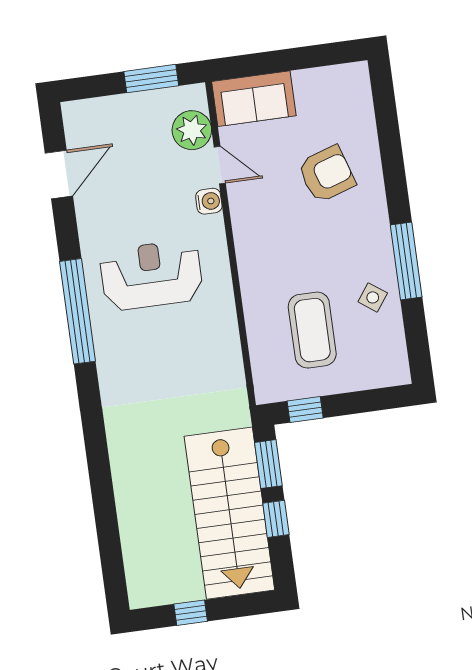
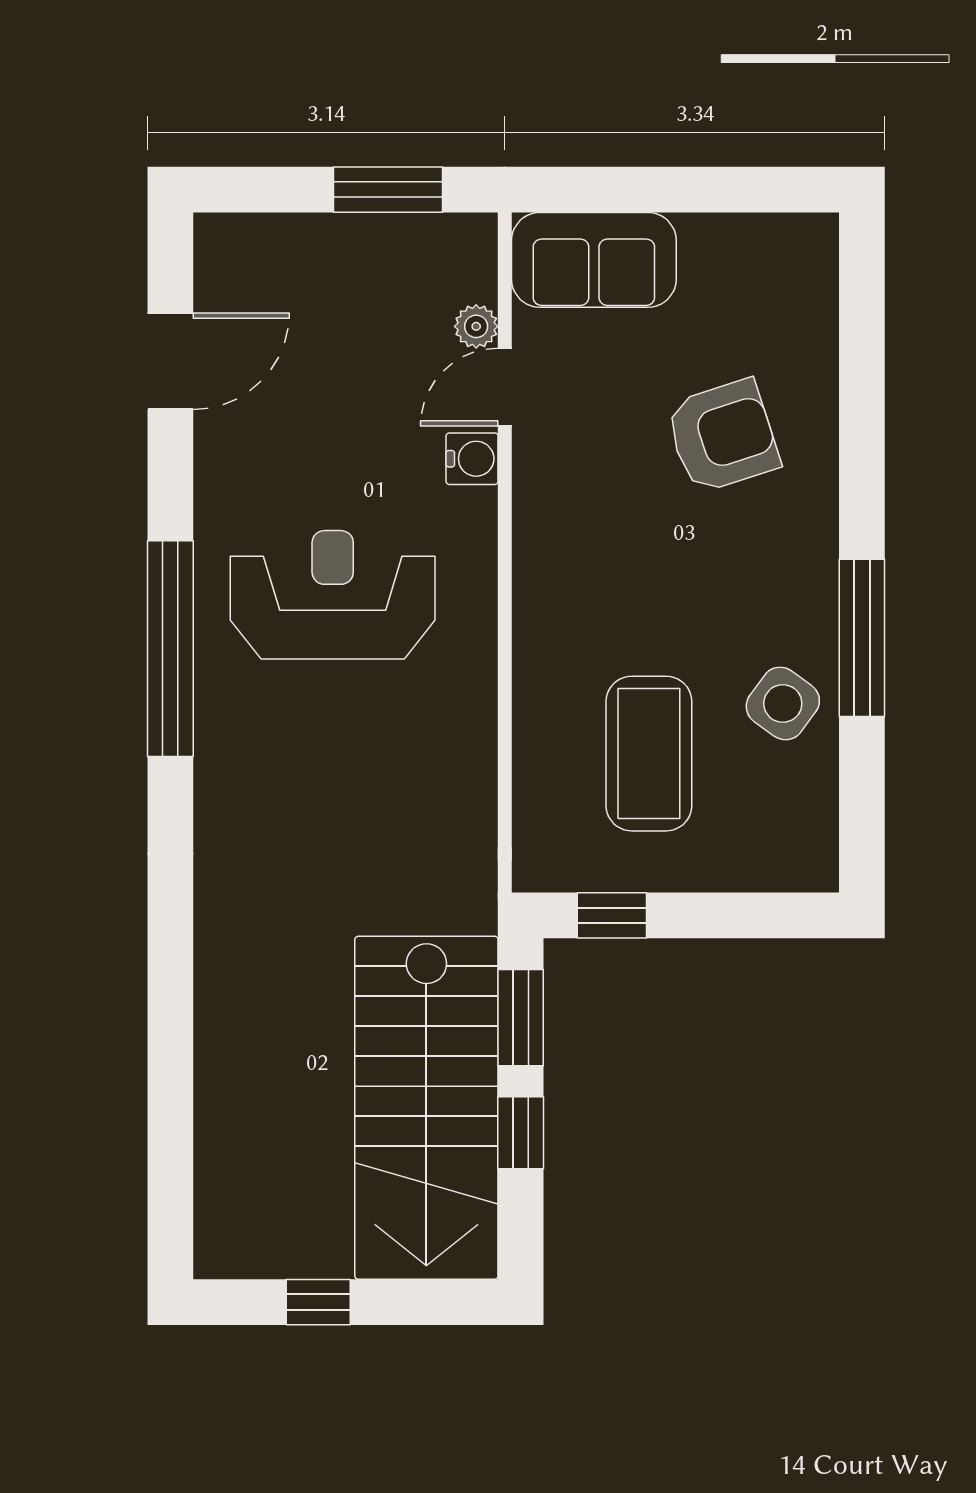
plant: (192, 130) -> (476, 326), width x0.53, depth x0.53
door: (220, 165) -> (505, 387), swing flipped
side table: (373, 297) -> (783, 703), width x1.37, depth x1.37

